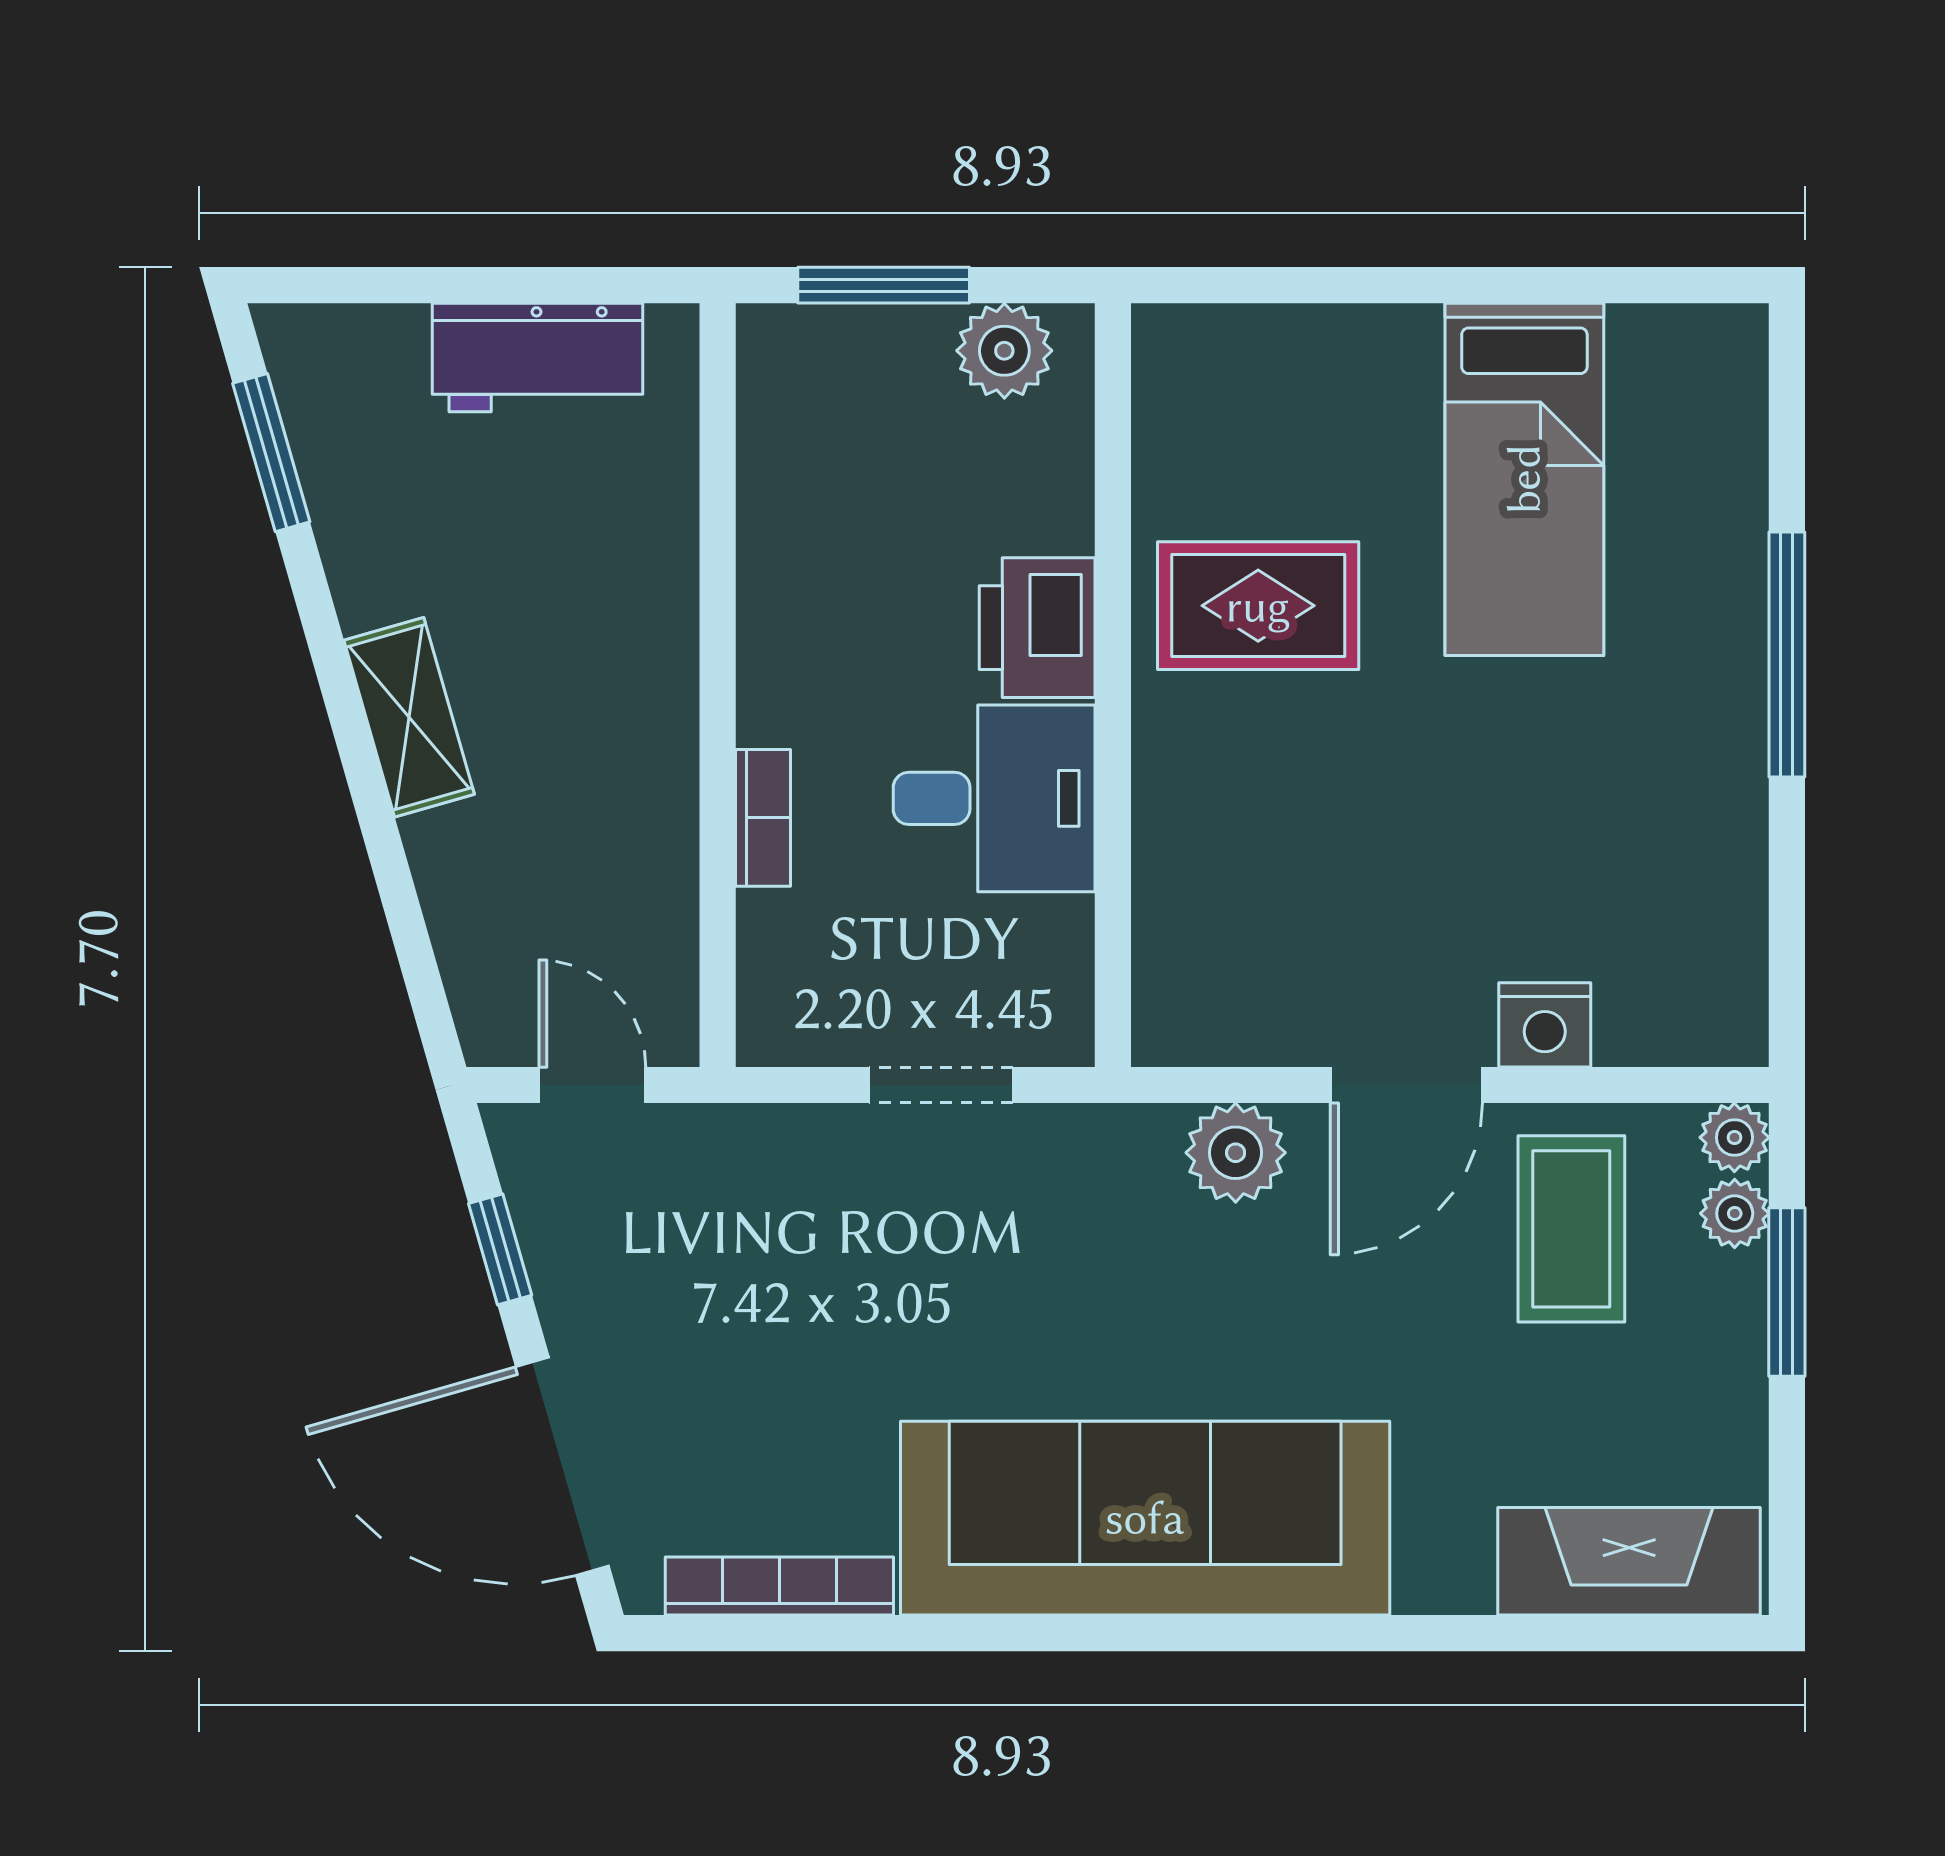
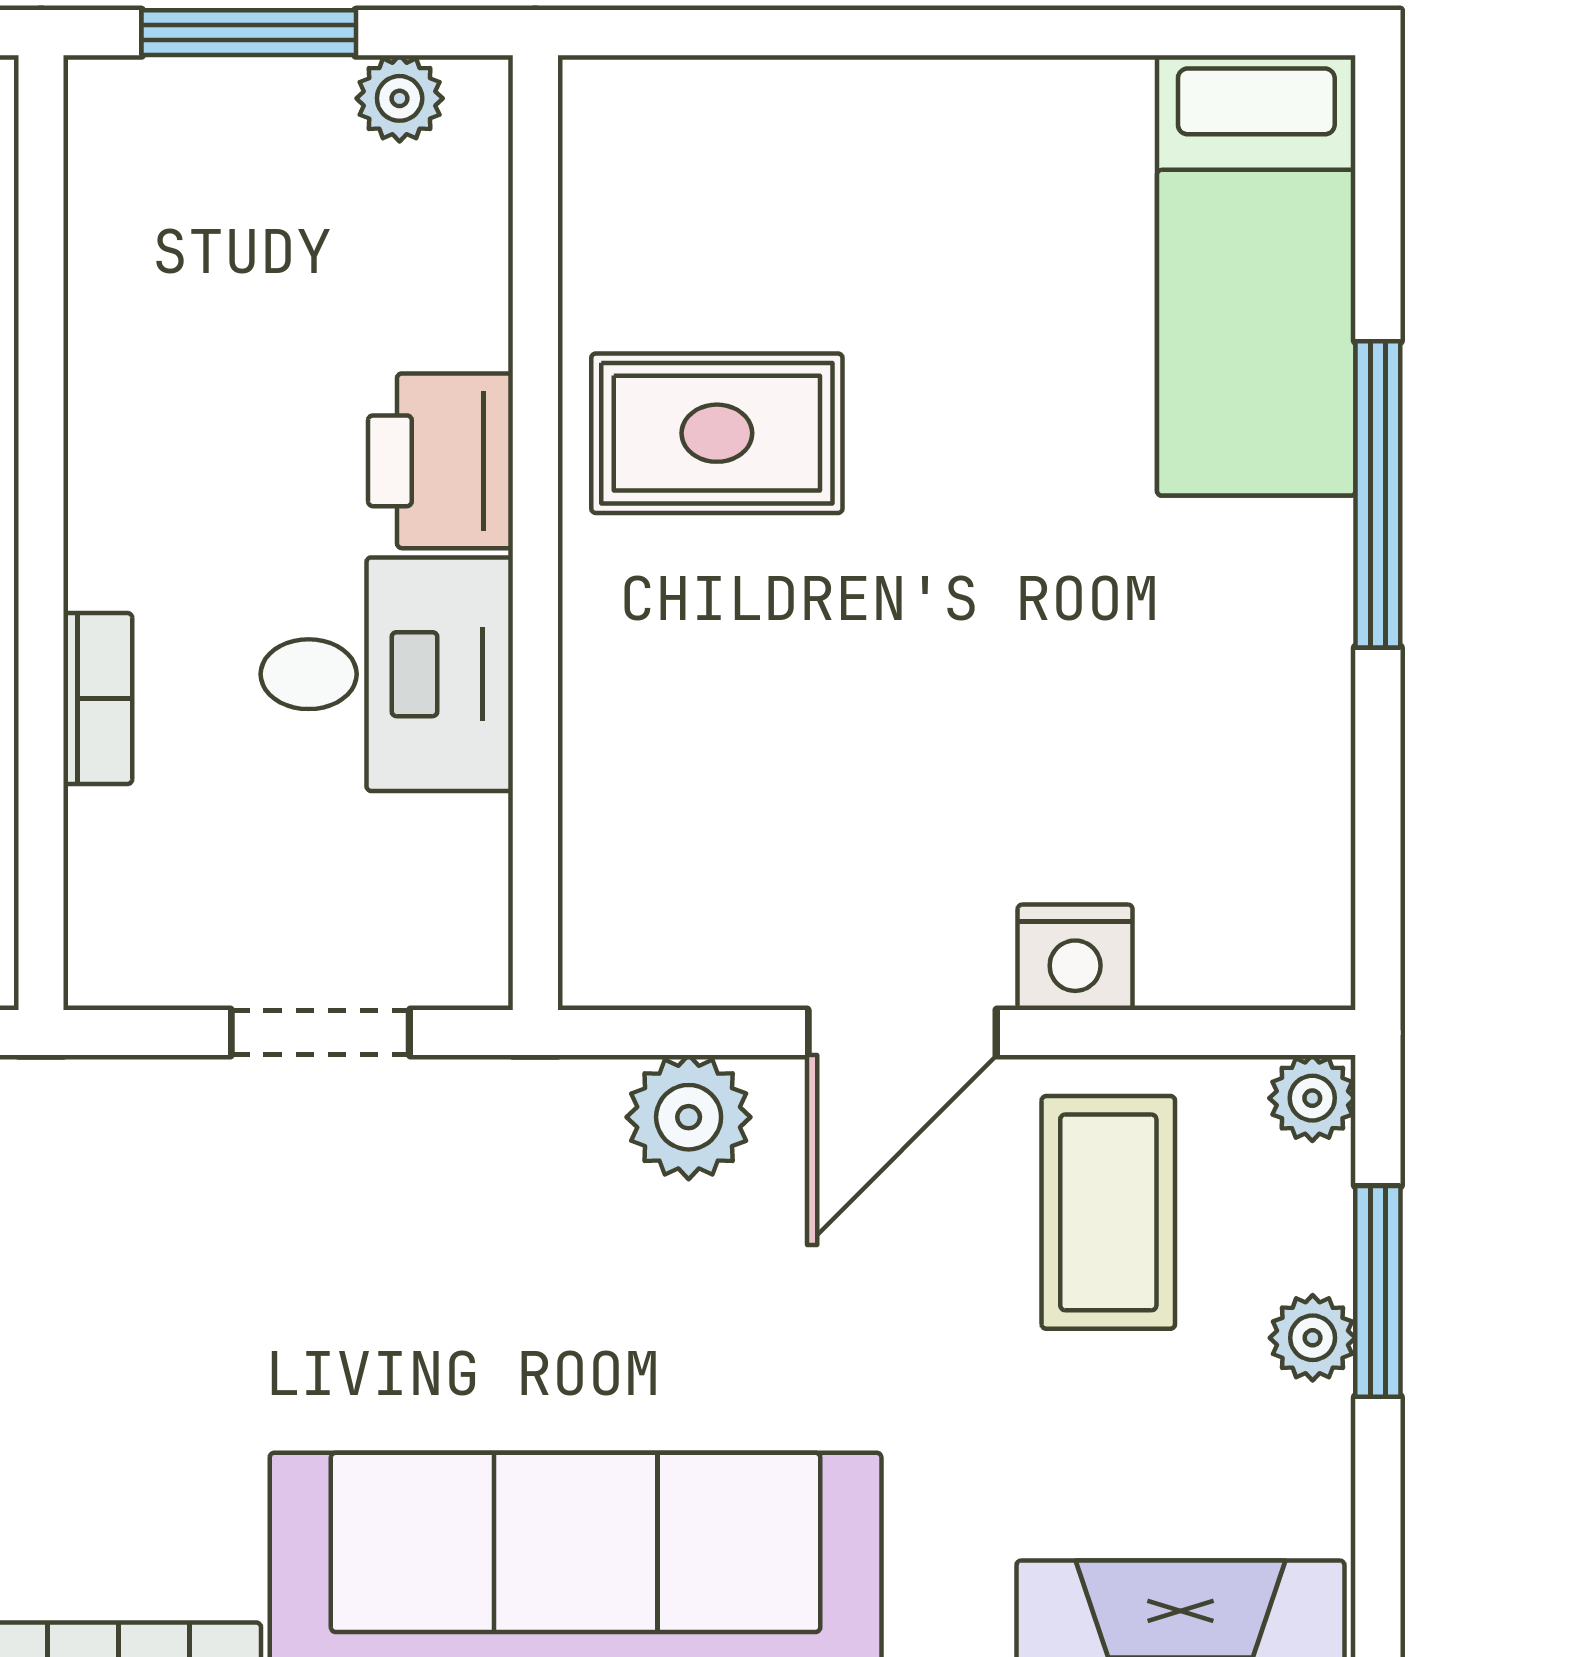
plant: (1004, 351) -> (400, 98), width x0.73, depth x0.73
bed: (1524, 479) -> (1256, 275), moved
plant: (1735, 1213) -> (1313, 1338), moved

